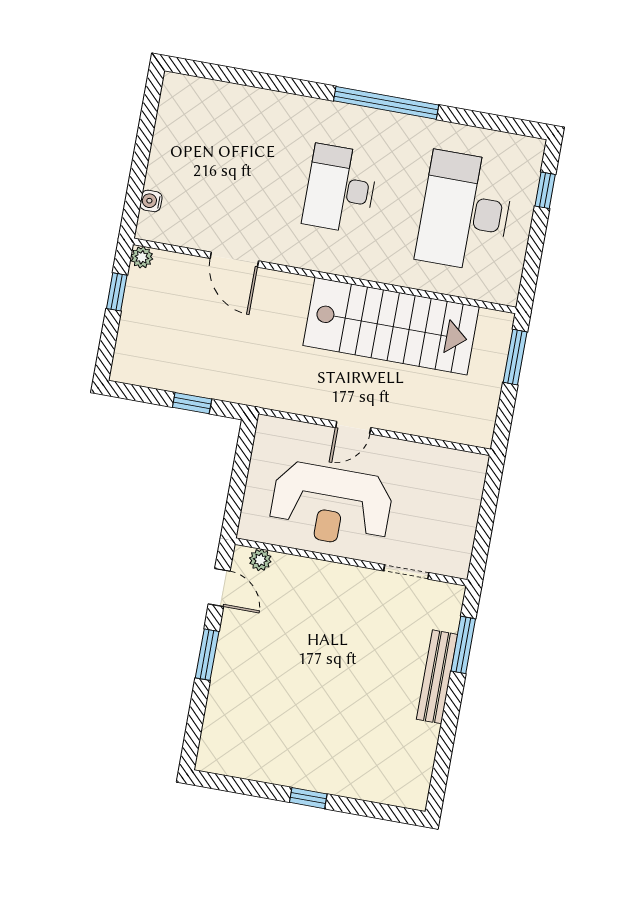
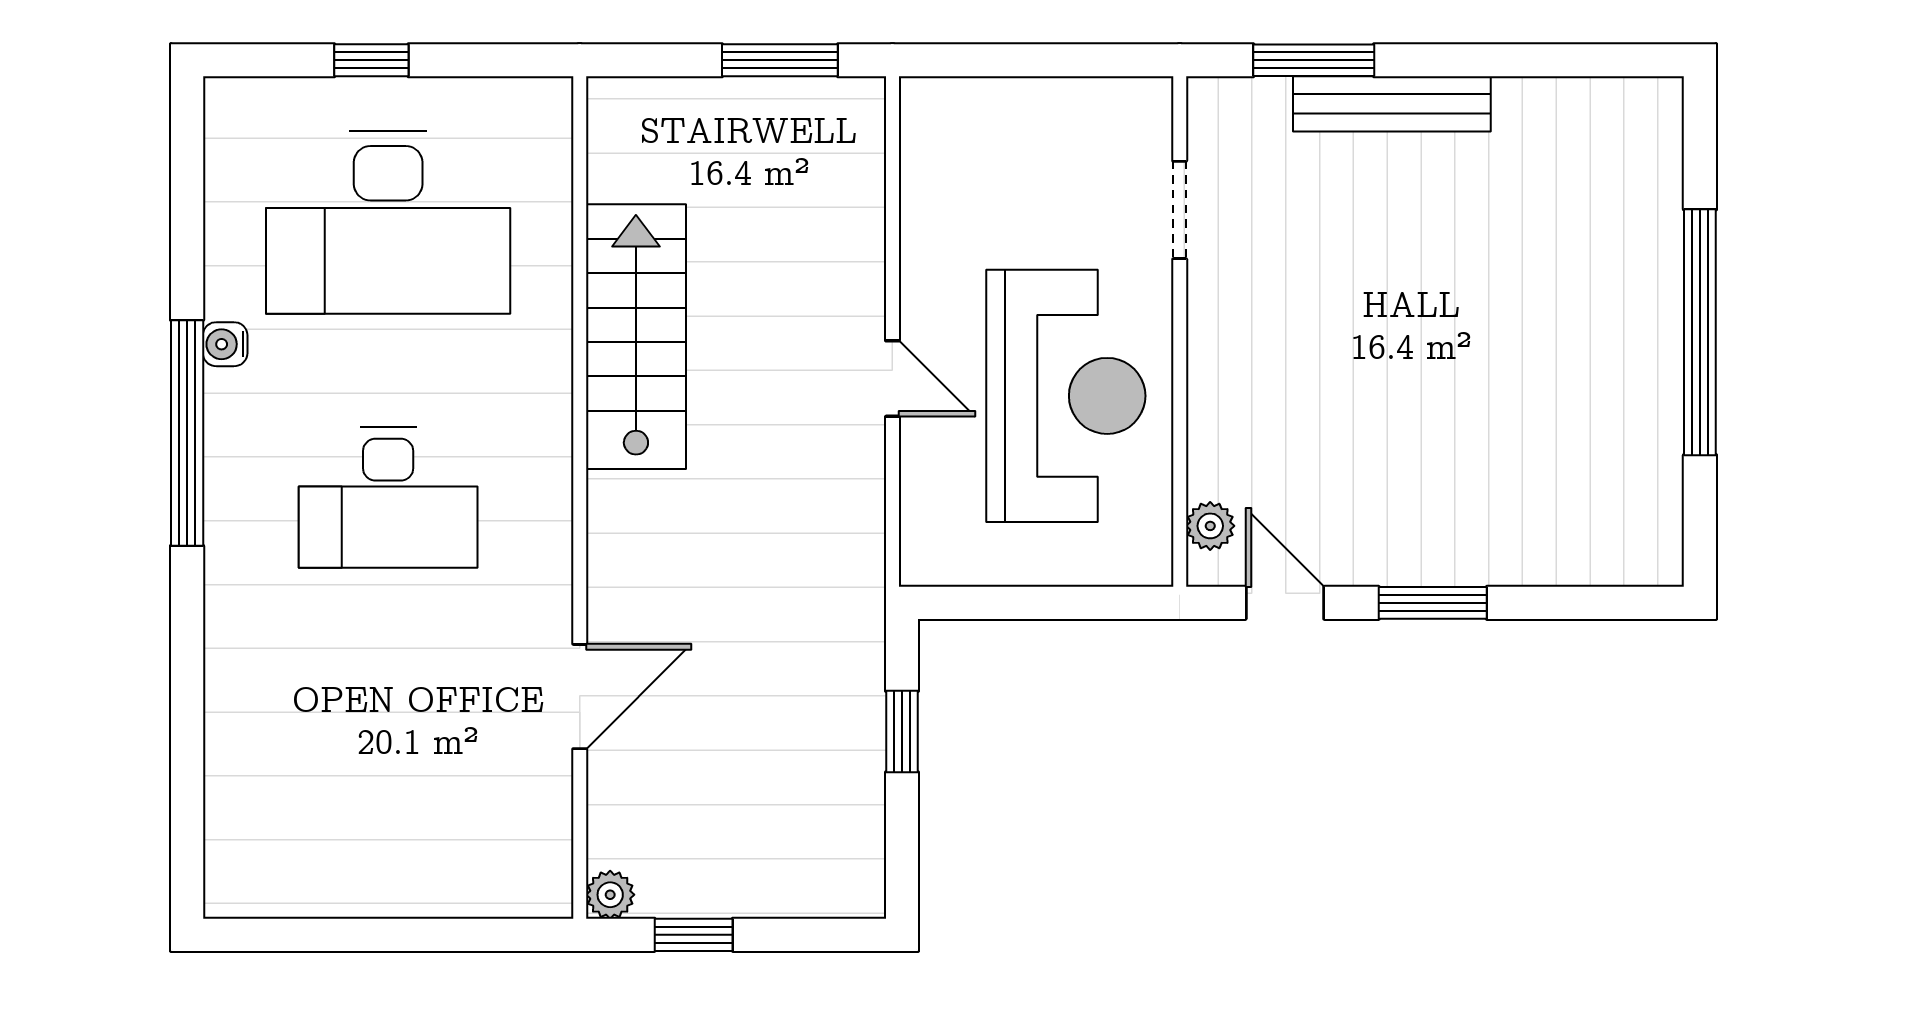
window: (545, 190) -> (371, 60), moved
water cooler: (151, 201) -> (225, 344), moved, turned 90
stairs: (391, 326) -> (636, 337), width x0.73, depth x0.66
window: (515, 357) -> (780, 60), moved
door: (219, 588) -> (1285, 603), hinge flipped
window: (308, 798) -> (1700, 332), width x3.17

